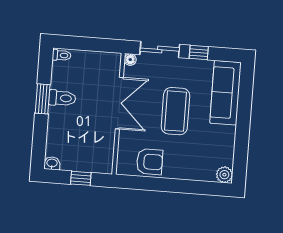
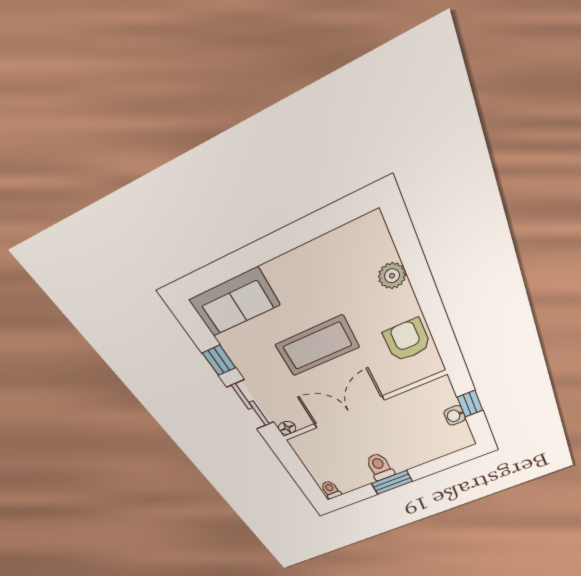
sofa: (226, 93) -> (235, 302), width x0.73
washbasin: (52, 163) -> (455, 415), moved
plant: (224, 175) -> (392, 276), moved

